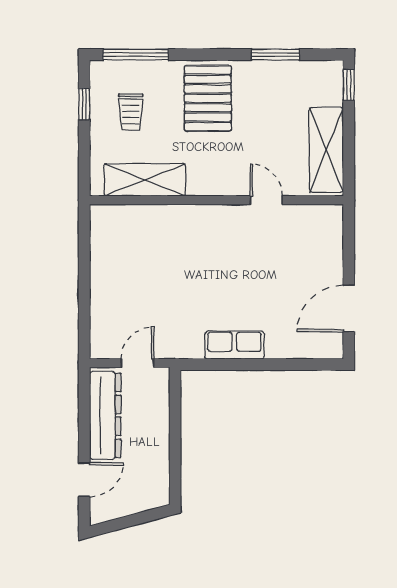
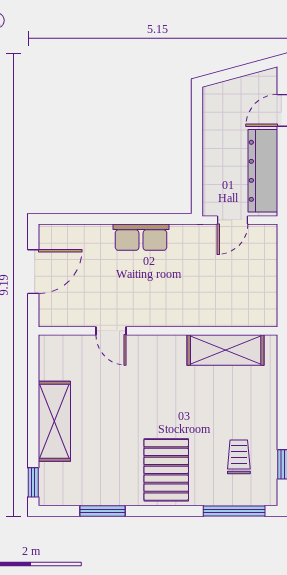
shelving: (145, 180) -> (226, 350), moved
wall: (217, 200) -> (158, 331), moved
door: (266, 200) -> (111, 331), moved

